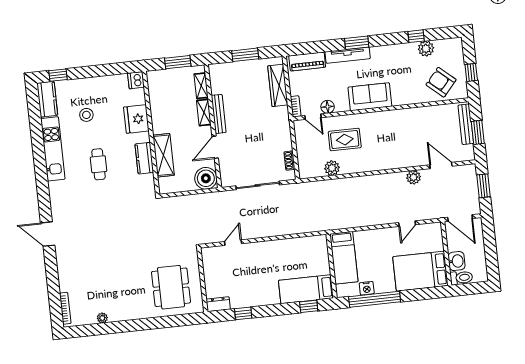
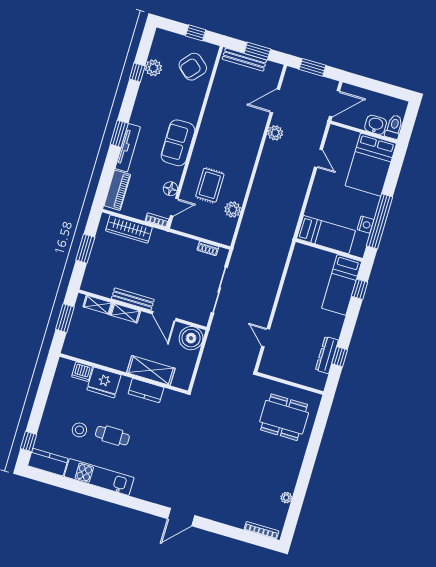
dishwasher: (136, 80) -> (82, 372), moved
cafe table: (99, 164) -> (112, 436), moved
dresser: (218, 304) -> (327, 355), moved, width x1.44

